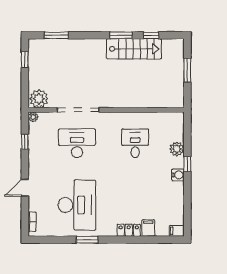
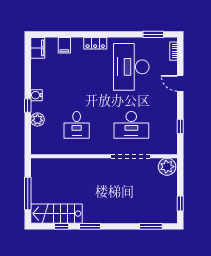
stairs: (134, 49) -> (56, 214), moved
window: (187, 70) -> (28, 194), width x1.44
plant: (33, 117) -> (172, 150), removed
door: (25, 188) -> (180, 83), swing flipped
locker: (129, 230) -> (95, 43), moved
filing cabinet: (177, 231) -> (38, 48), width x2.00
window: (87, 240) -> (153, 34), moved

